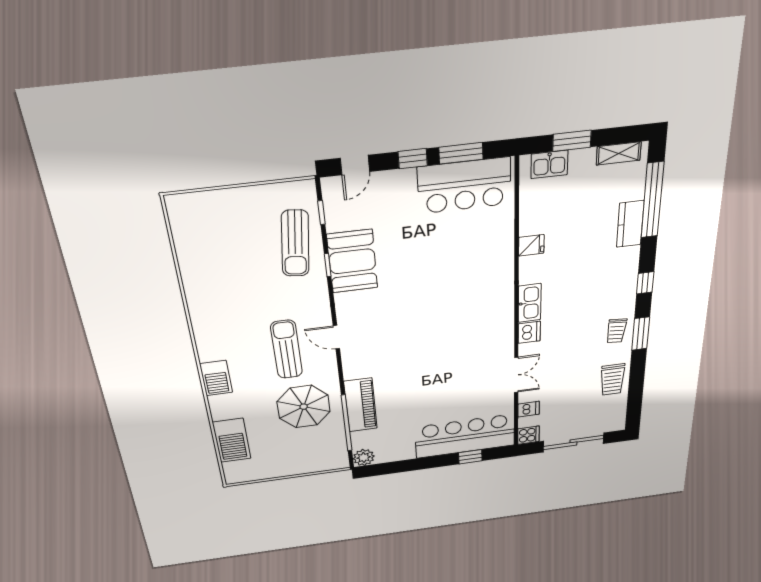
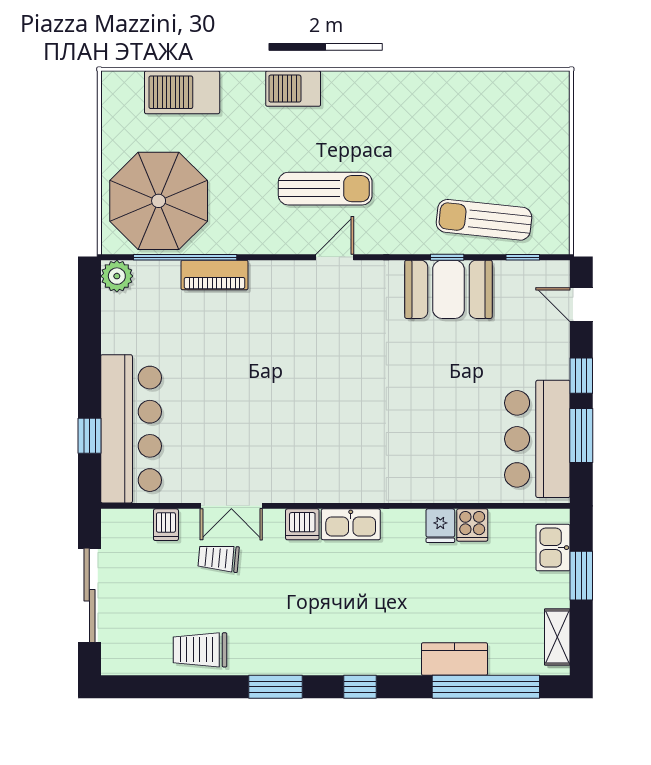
trolley: (616, 331) -> (219, 558), moved
piano: (361, 405) -> (214, 275), width x0.73, depth x0.75
parasol: (304, 407) -> (159, 201), moved, width x1.36, depth x1.36
cooker: (528, 435) -> (472, 525), moved

